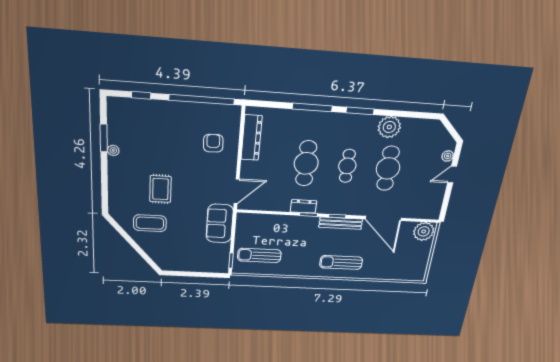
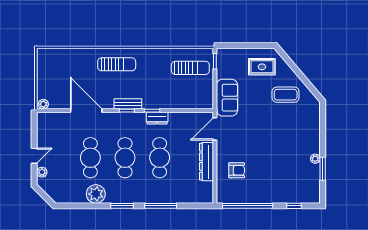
dresser: (251, 138) -> (206, 162), moved
armchair: (213, 143) -> (237, 170), turned -88
cafe table: (347, 166) -> (125, 158), width x1.37, depth x1.35
rug: (160, 189) -> (262, 67), moved, turned 90
bench: (341, 223) -> (128, 104), width x0.73
plant: (424, 231) -> (43, 104), width x0.53, depth x0.53

